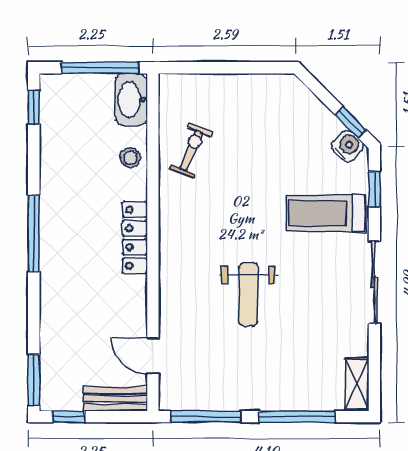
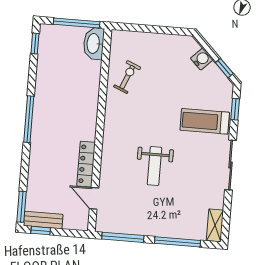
water cooler: (348, 146) -> (202, 59), moved
stool: (130, 158) -> (90, 78), removed
locker: (135, 238) -> (86, 164), moved
bench: (115, 399) -> (43, 220), moved

